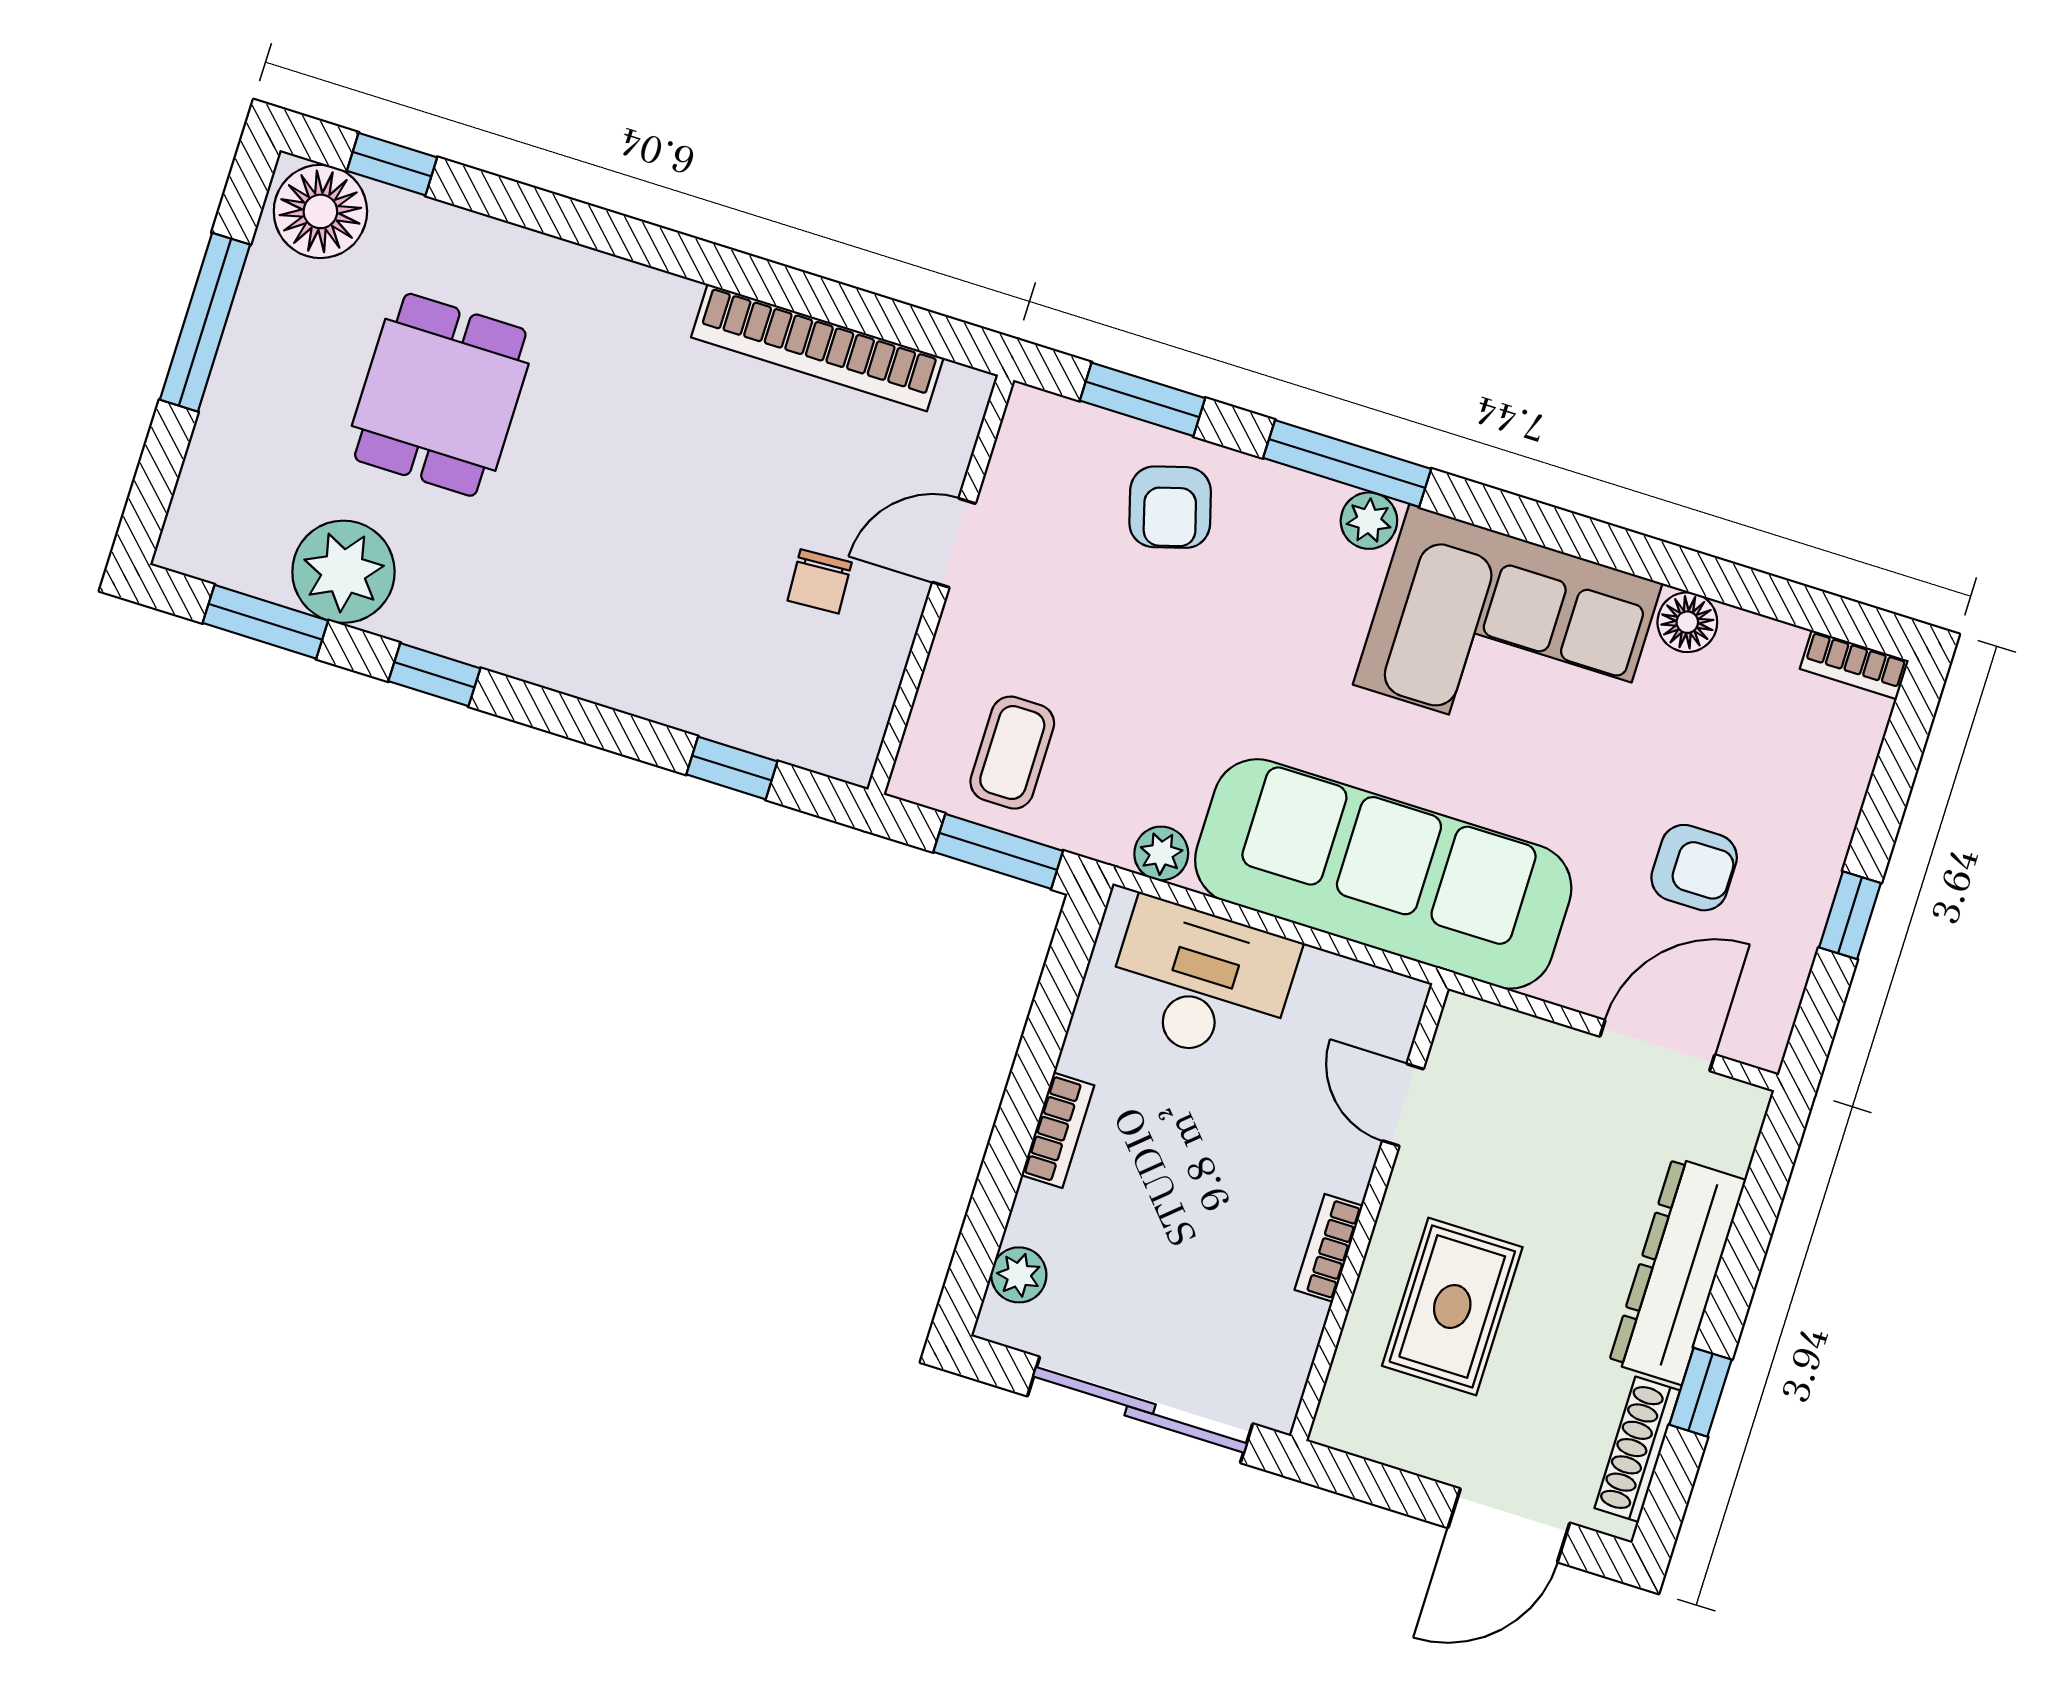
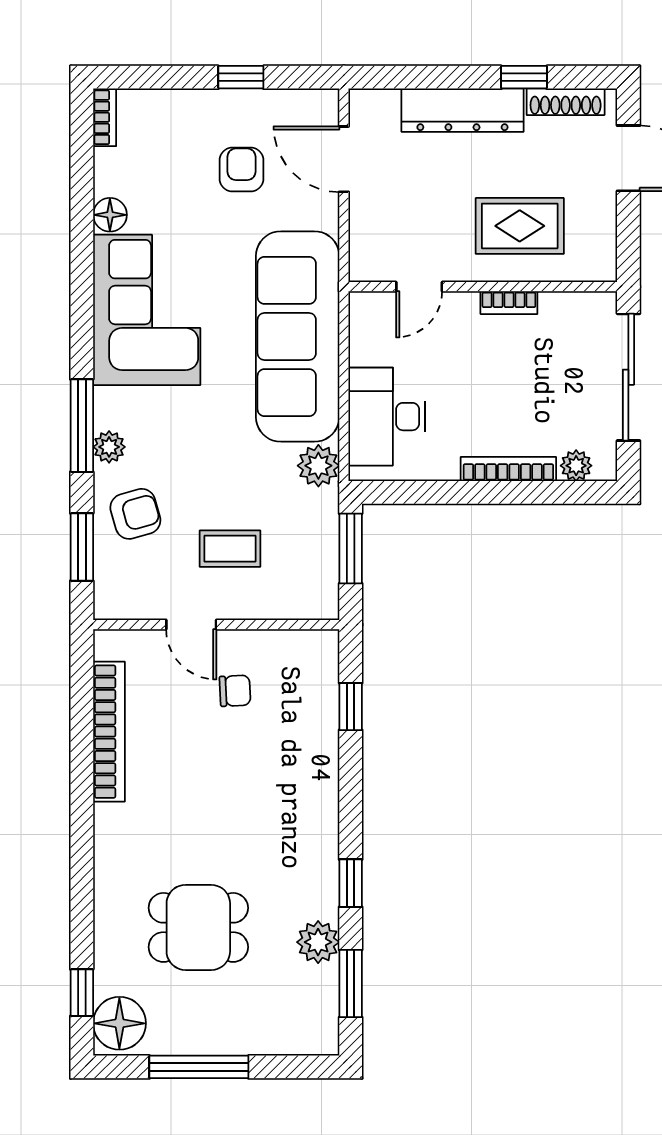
plant: (1369, 521) -> (109, 447), moved
plant: (343, 572) -> (318, 942), width x0.73, depth x0.73
coffee table: (1012, 753) -> (230, 549), moved
plant: (1161, 853) -> (318, 466), width x1.38, depth x1.38
bookcase: (1058, 1130) -> (508, 469), width x1.56

